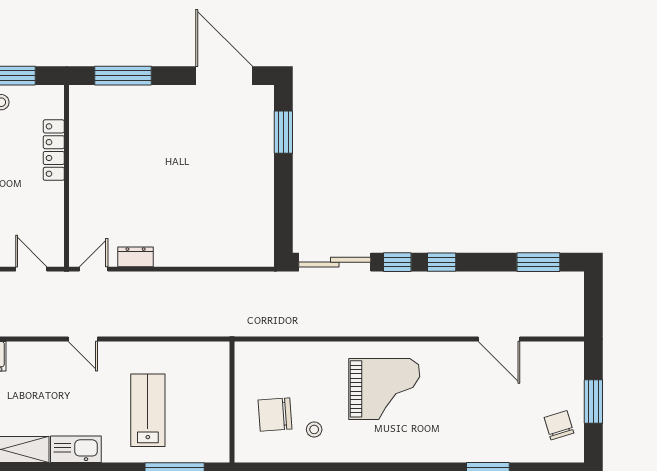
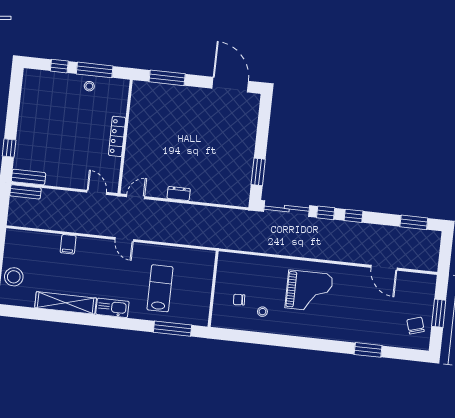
window: (283, 132) -> (258, 172), moved
locker: (54, 150) -> (117, 136), moved
dresser: (136, 257) -> (179, 194), moved
chair: (275, 415) -> (239, 300), width x0.54, depth x0.54

